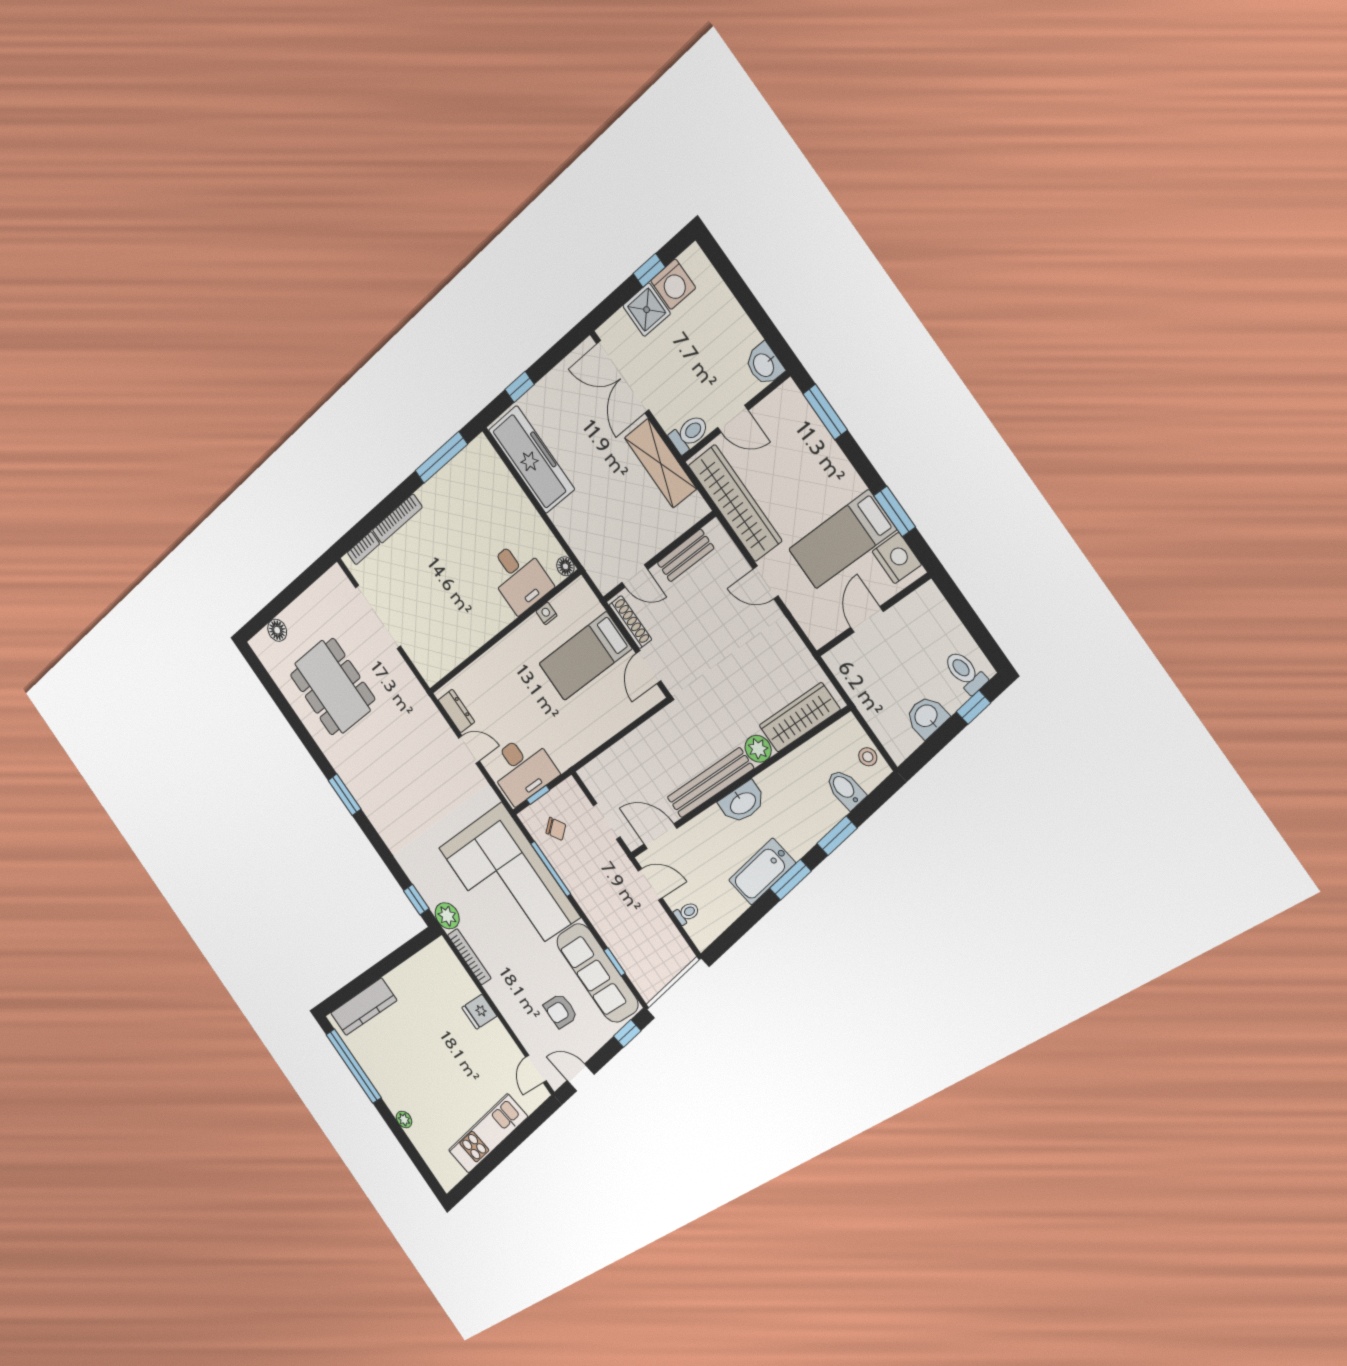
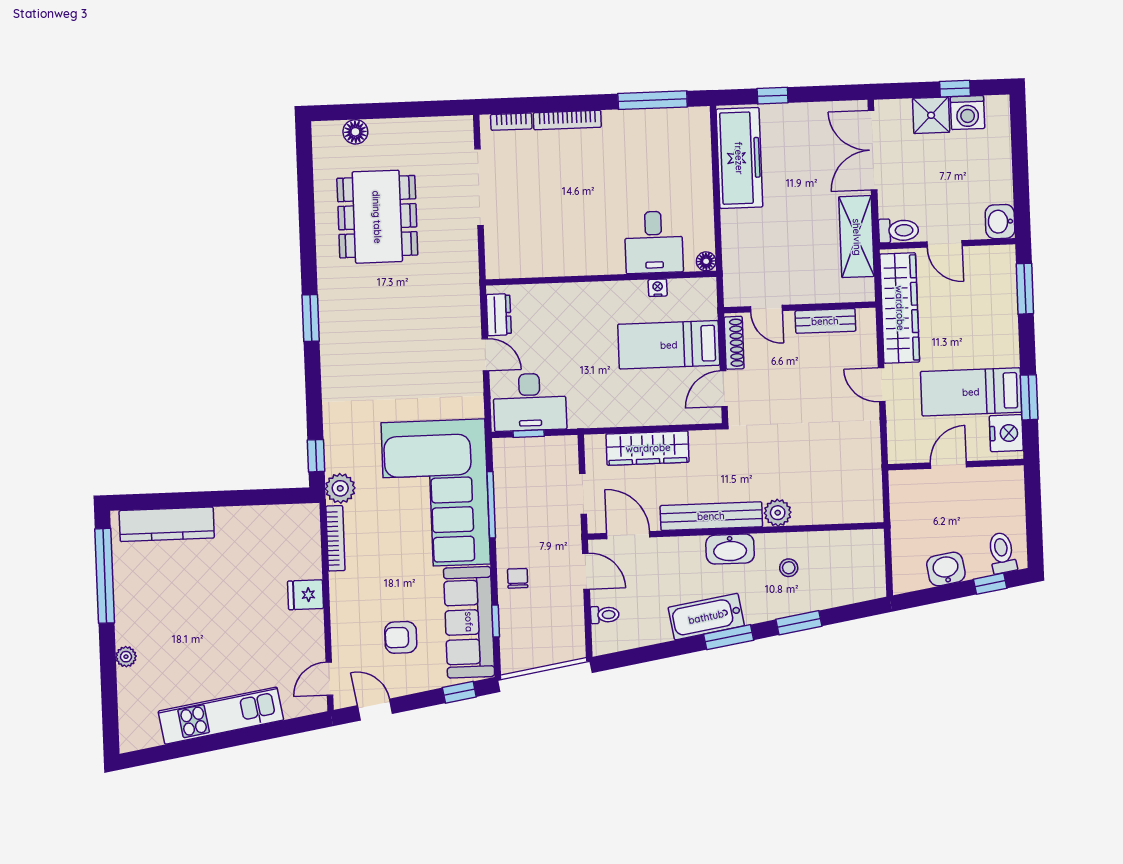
wardrobe: (799, 717) -> (648, 448), moved, turned 180
stool: (868, 757) -> (789, 568), moved
bidet: (845, 789) -> (834, 588), removed
chair: (556, 829) -> (518, 578), moved, turned -144

